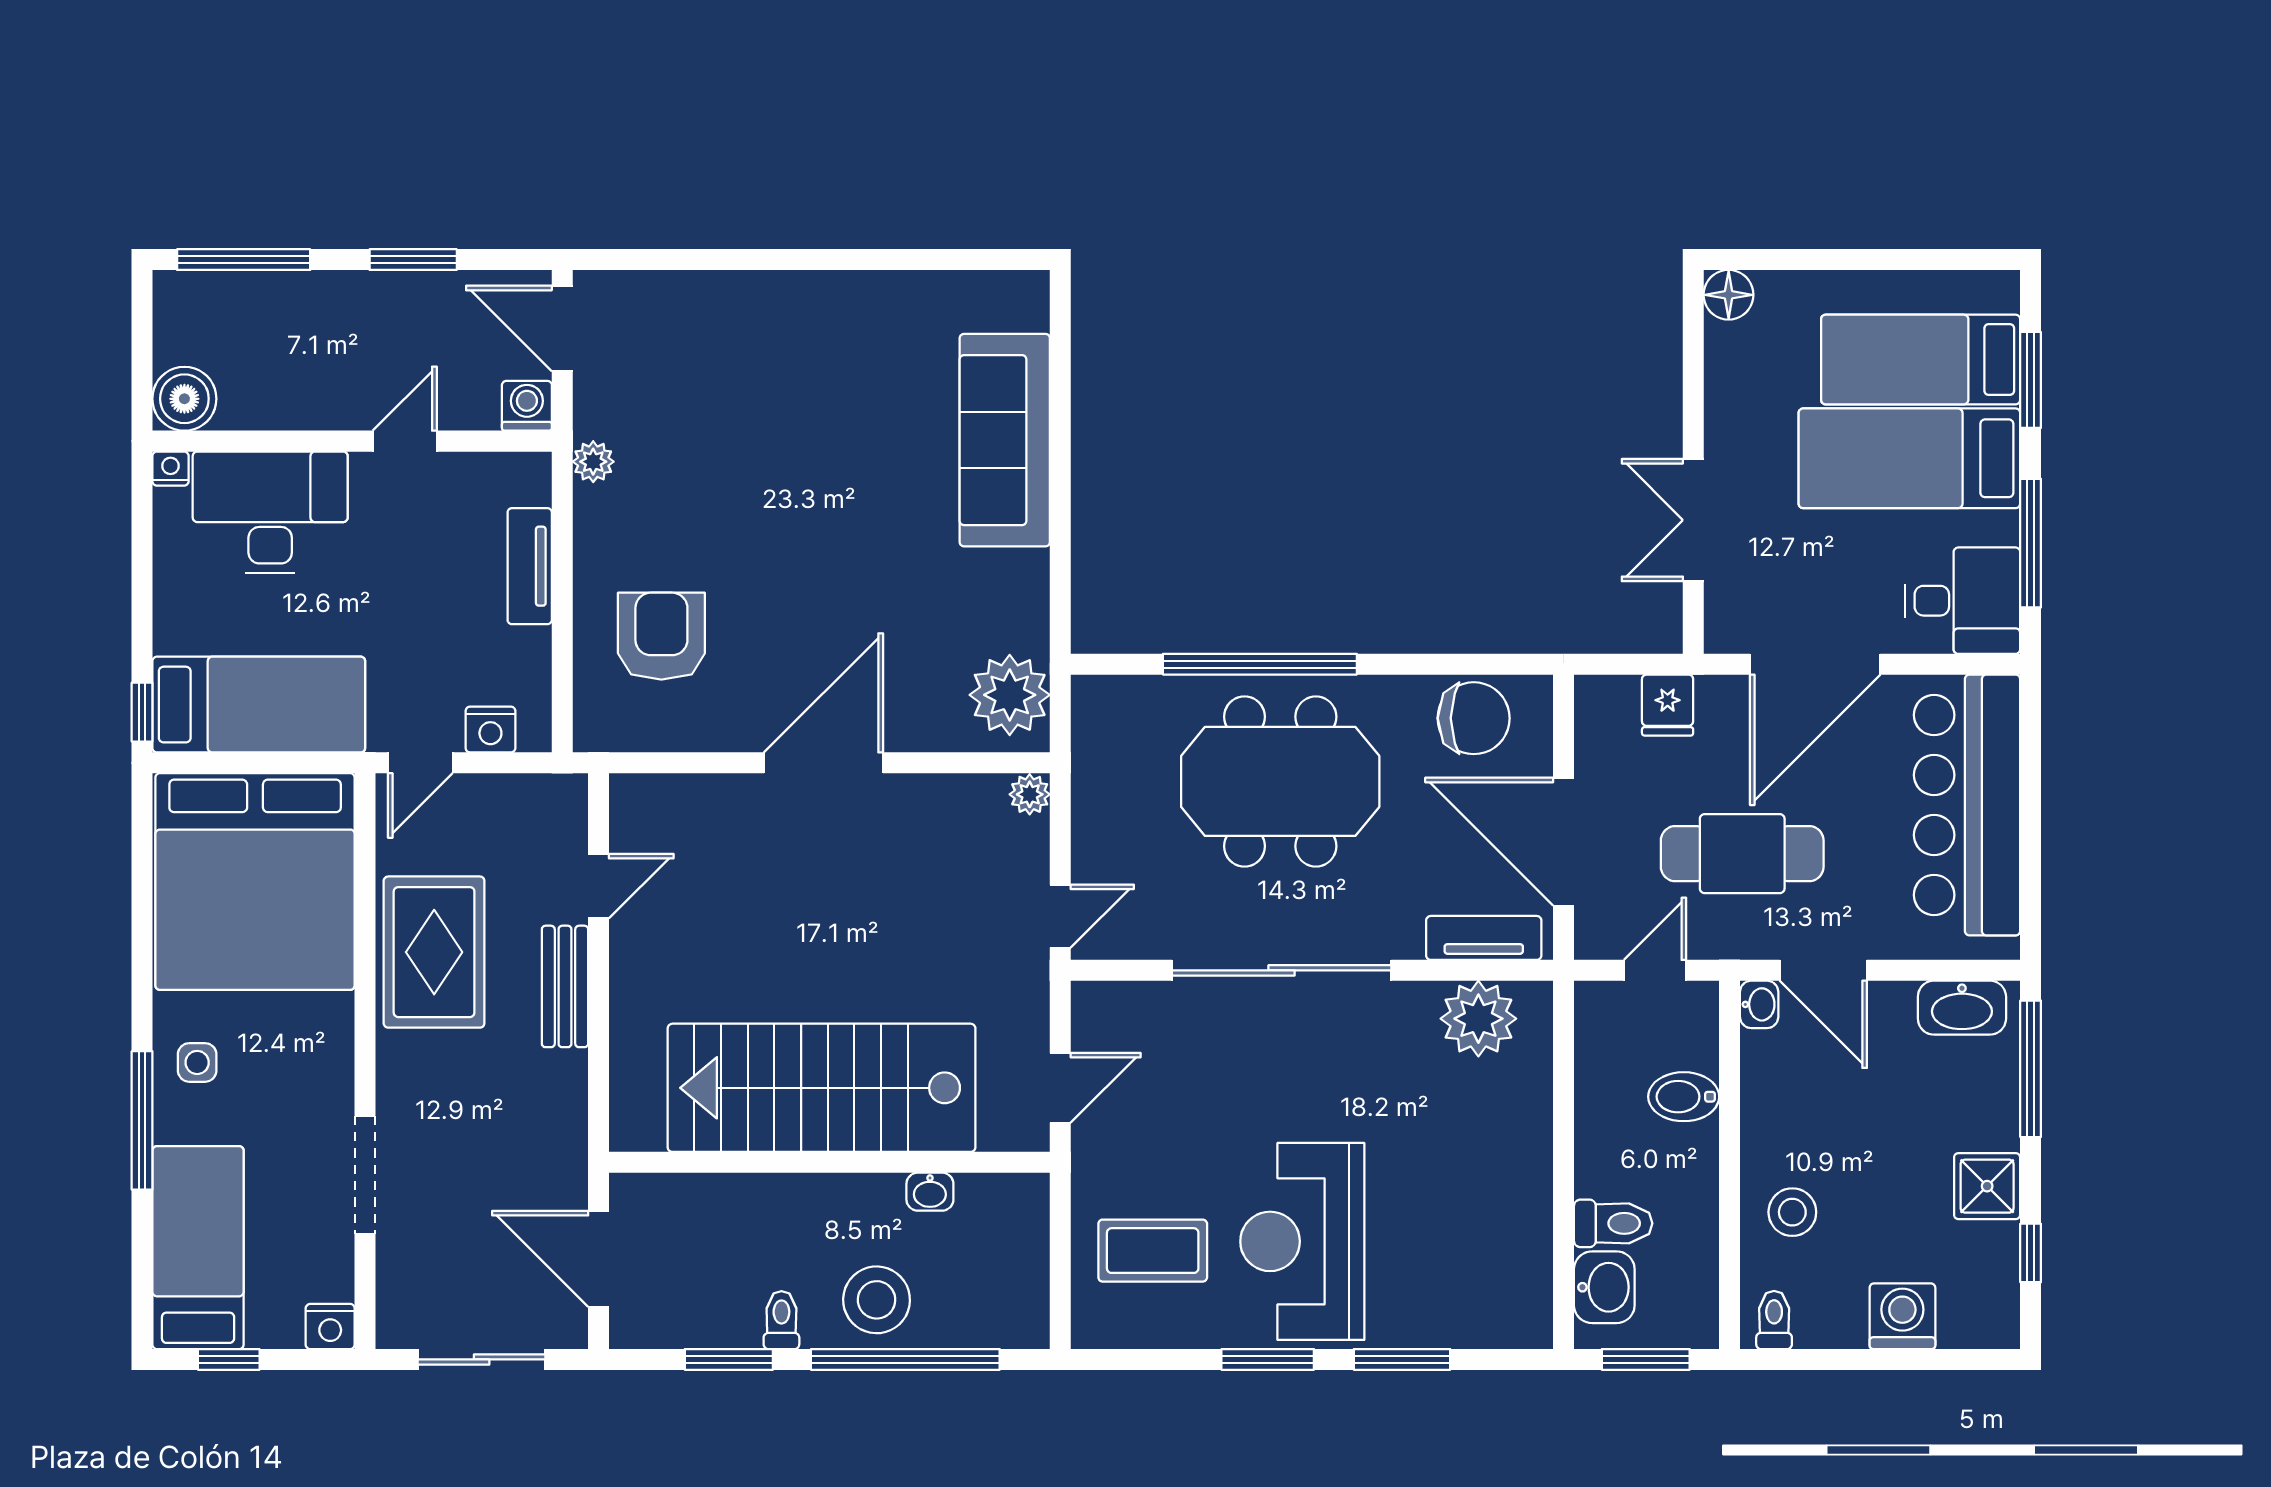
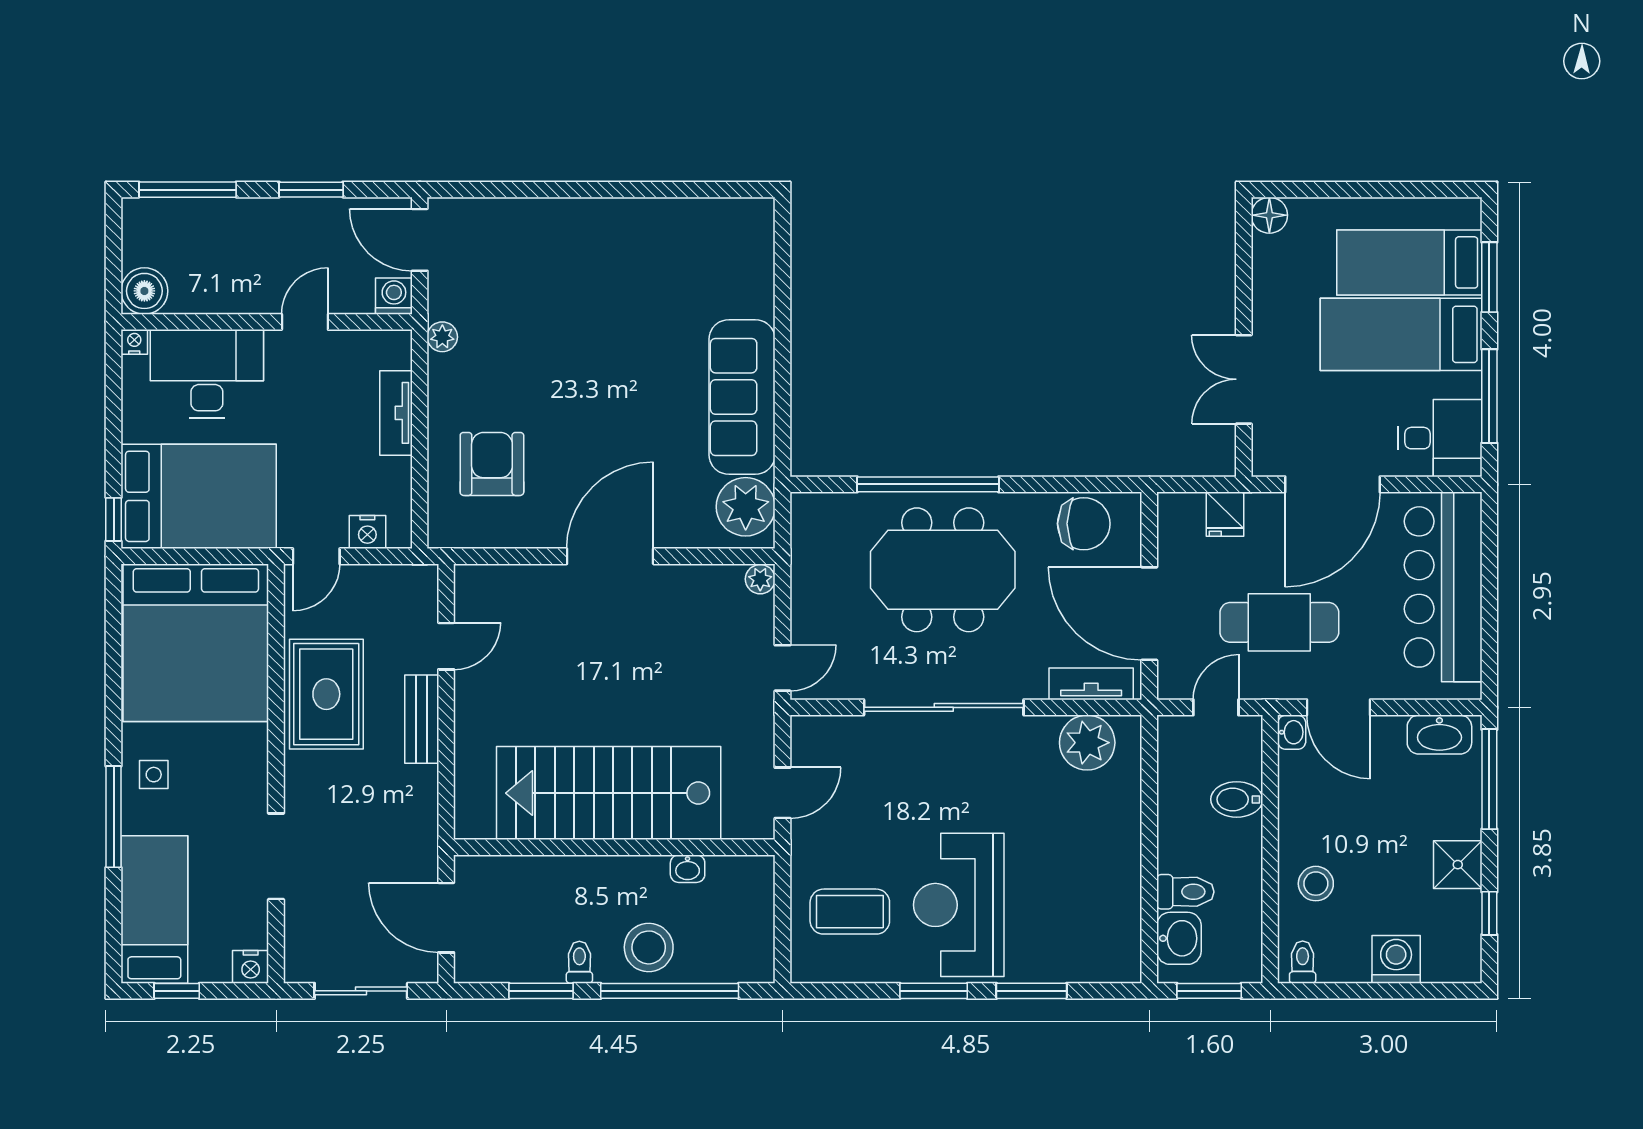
sofa: (1005, 440) -> (742, 397), moved
bed: (259, 705) -> (199, 496), width x1.50

